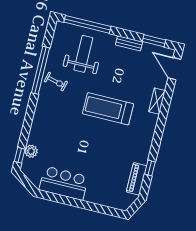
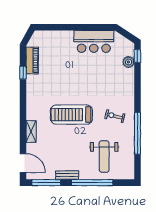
window: (87, 24) -> (92, 183), moved
window: (154, 41) -> (46, 183), width x1.44
exercise bike: (56, 82) -> (115, 116), moved
treadmill: (108, 109) -> (71, 115), turned 180

